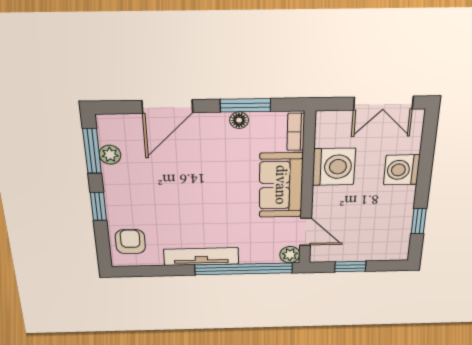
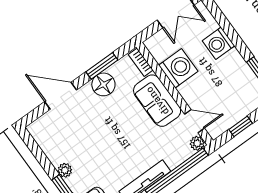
door: (167, 106) -> (61, 96), swing flipped
floor lamp: (239, 120) -> (103, 84), width x1.89, depth x1.89
window: (92, 151) -> (37, 152), removed
plant: (110, 155) -> (65, 170), moved

